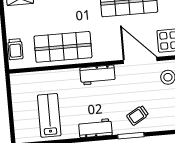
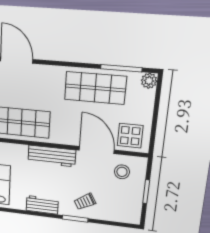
workbench: (98, 75) -> (52, 156), width x1.38

